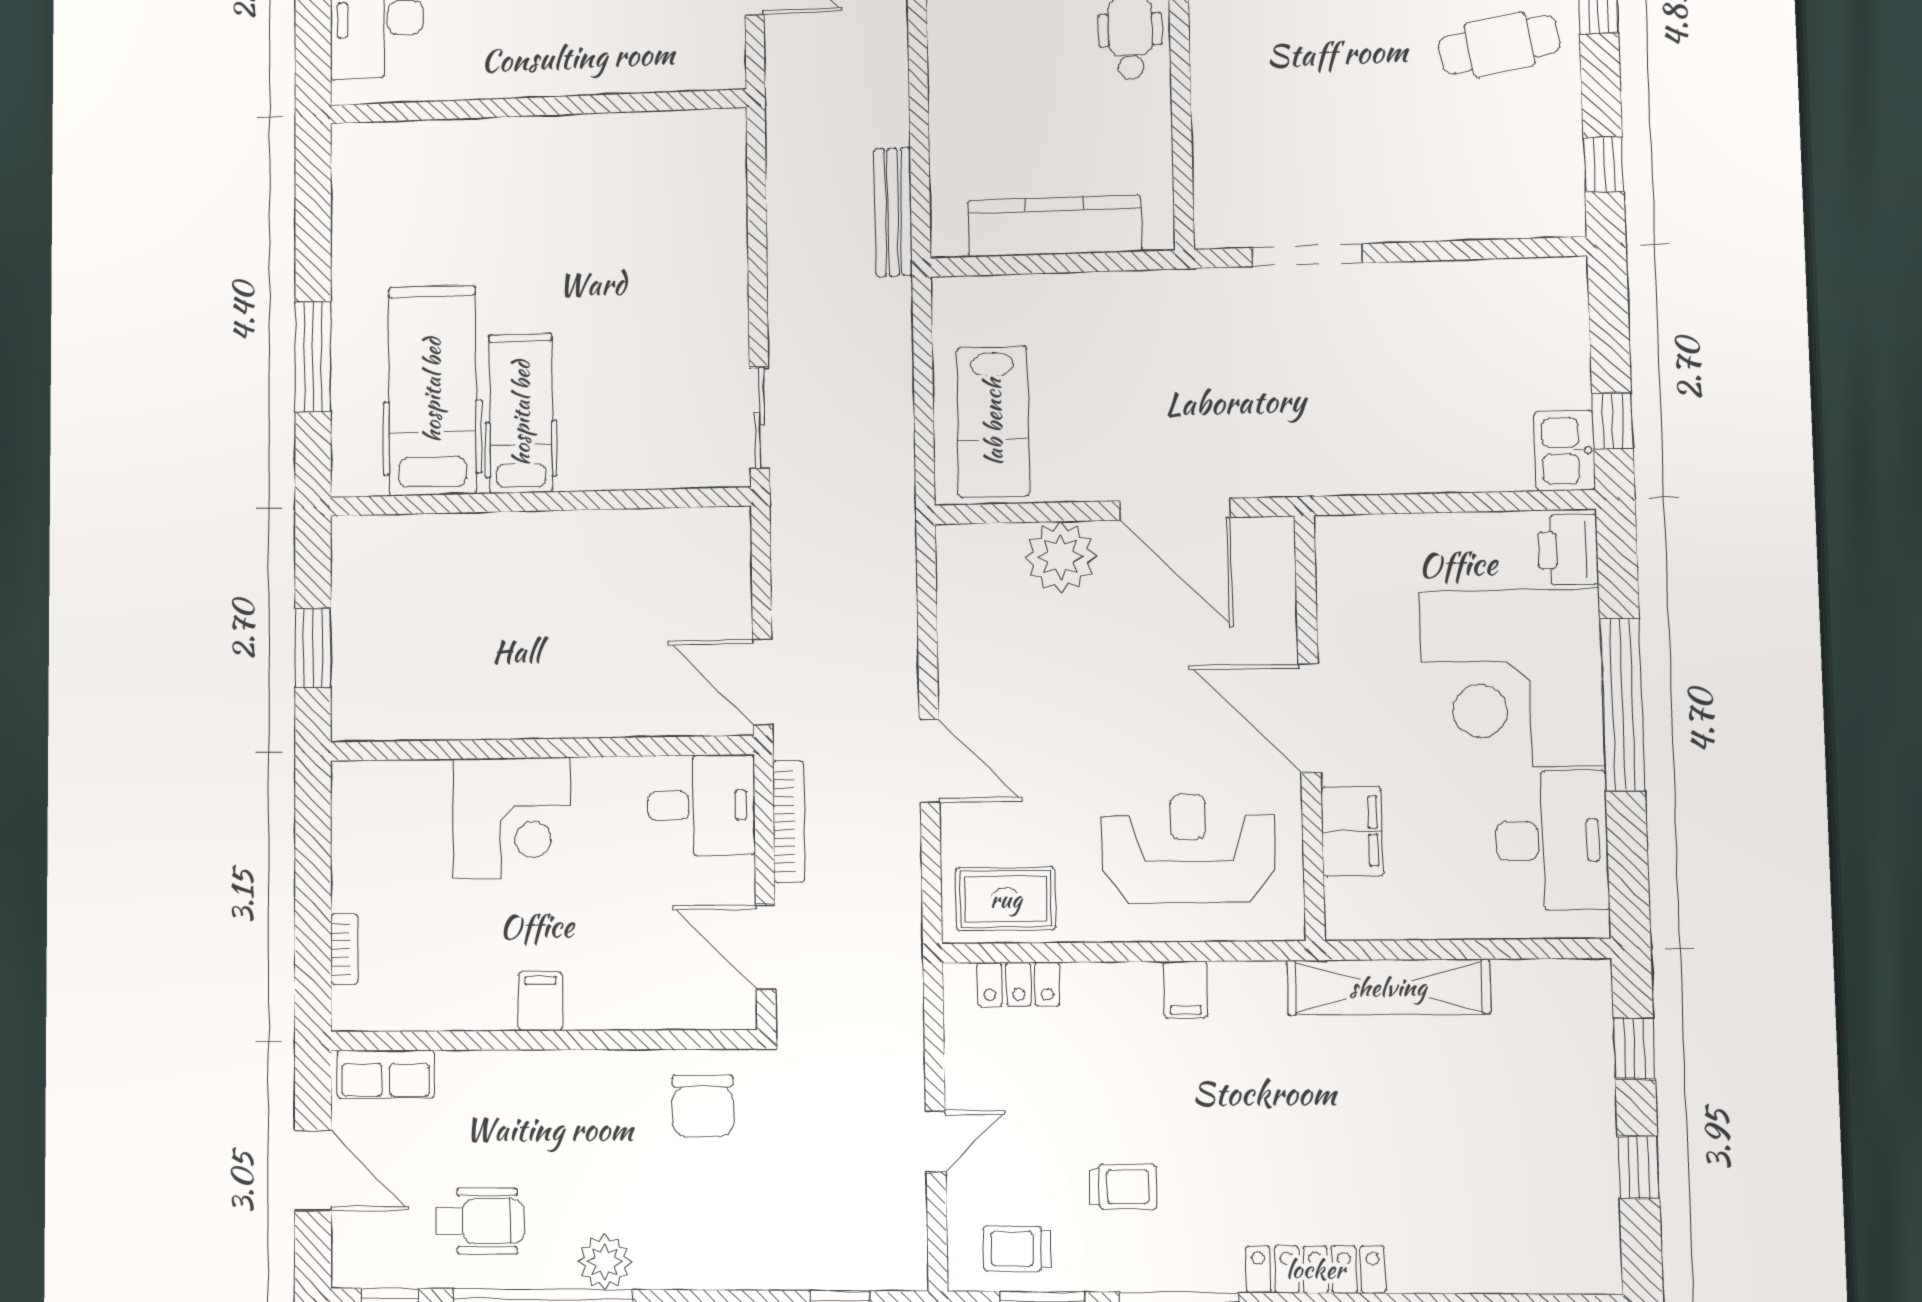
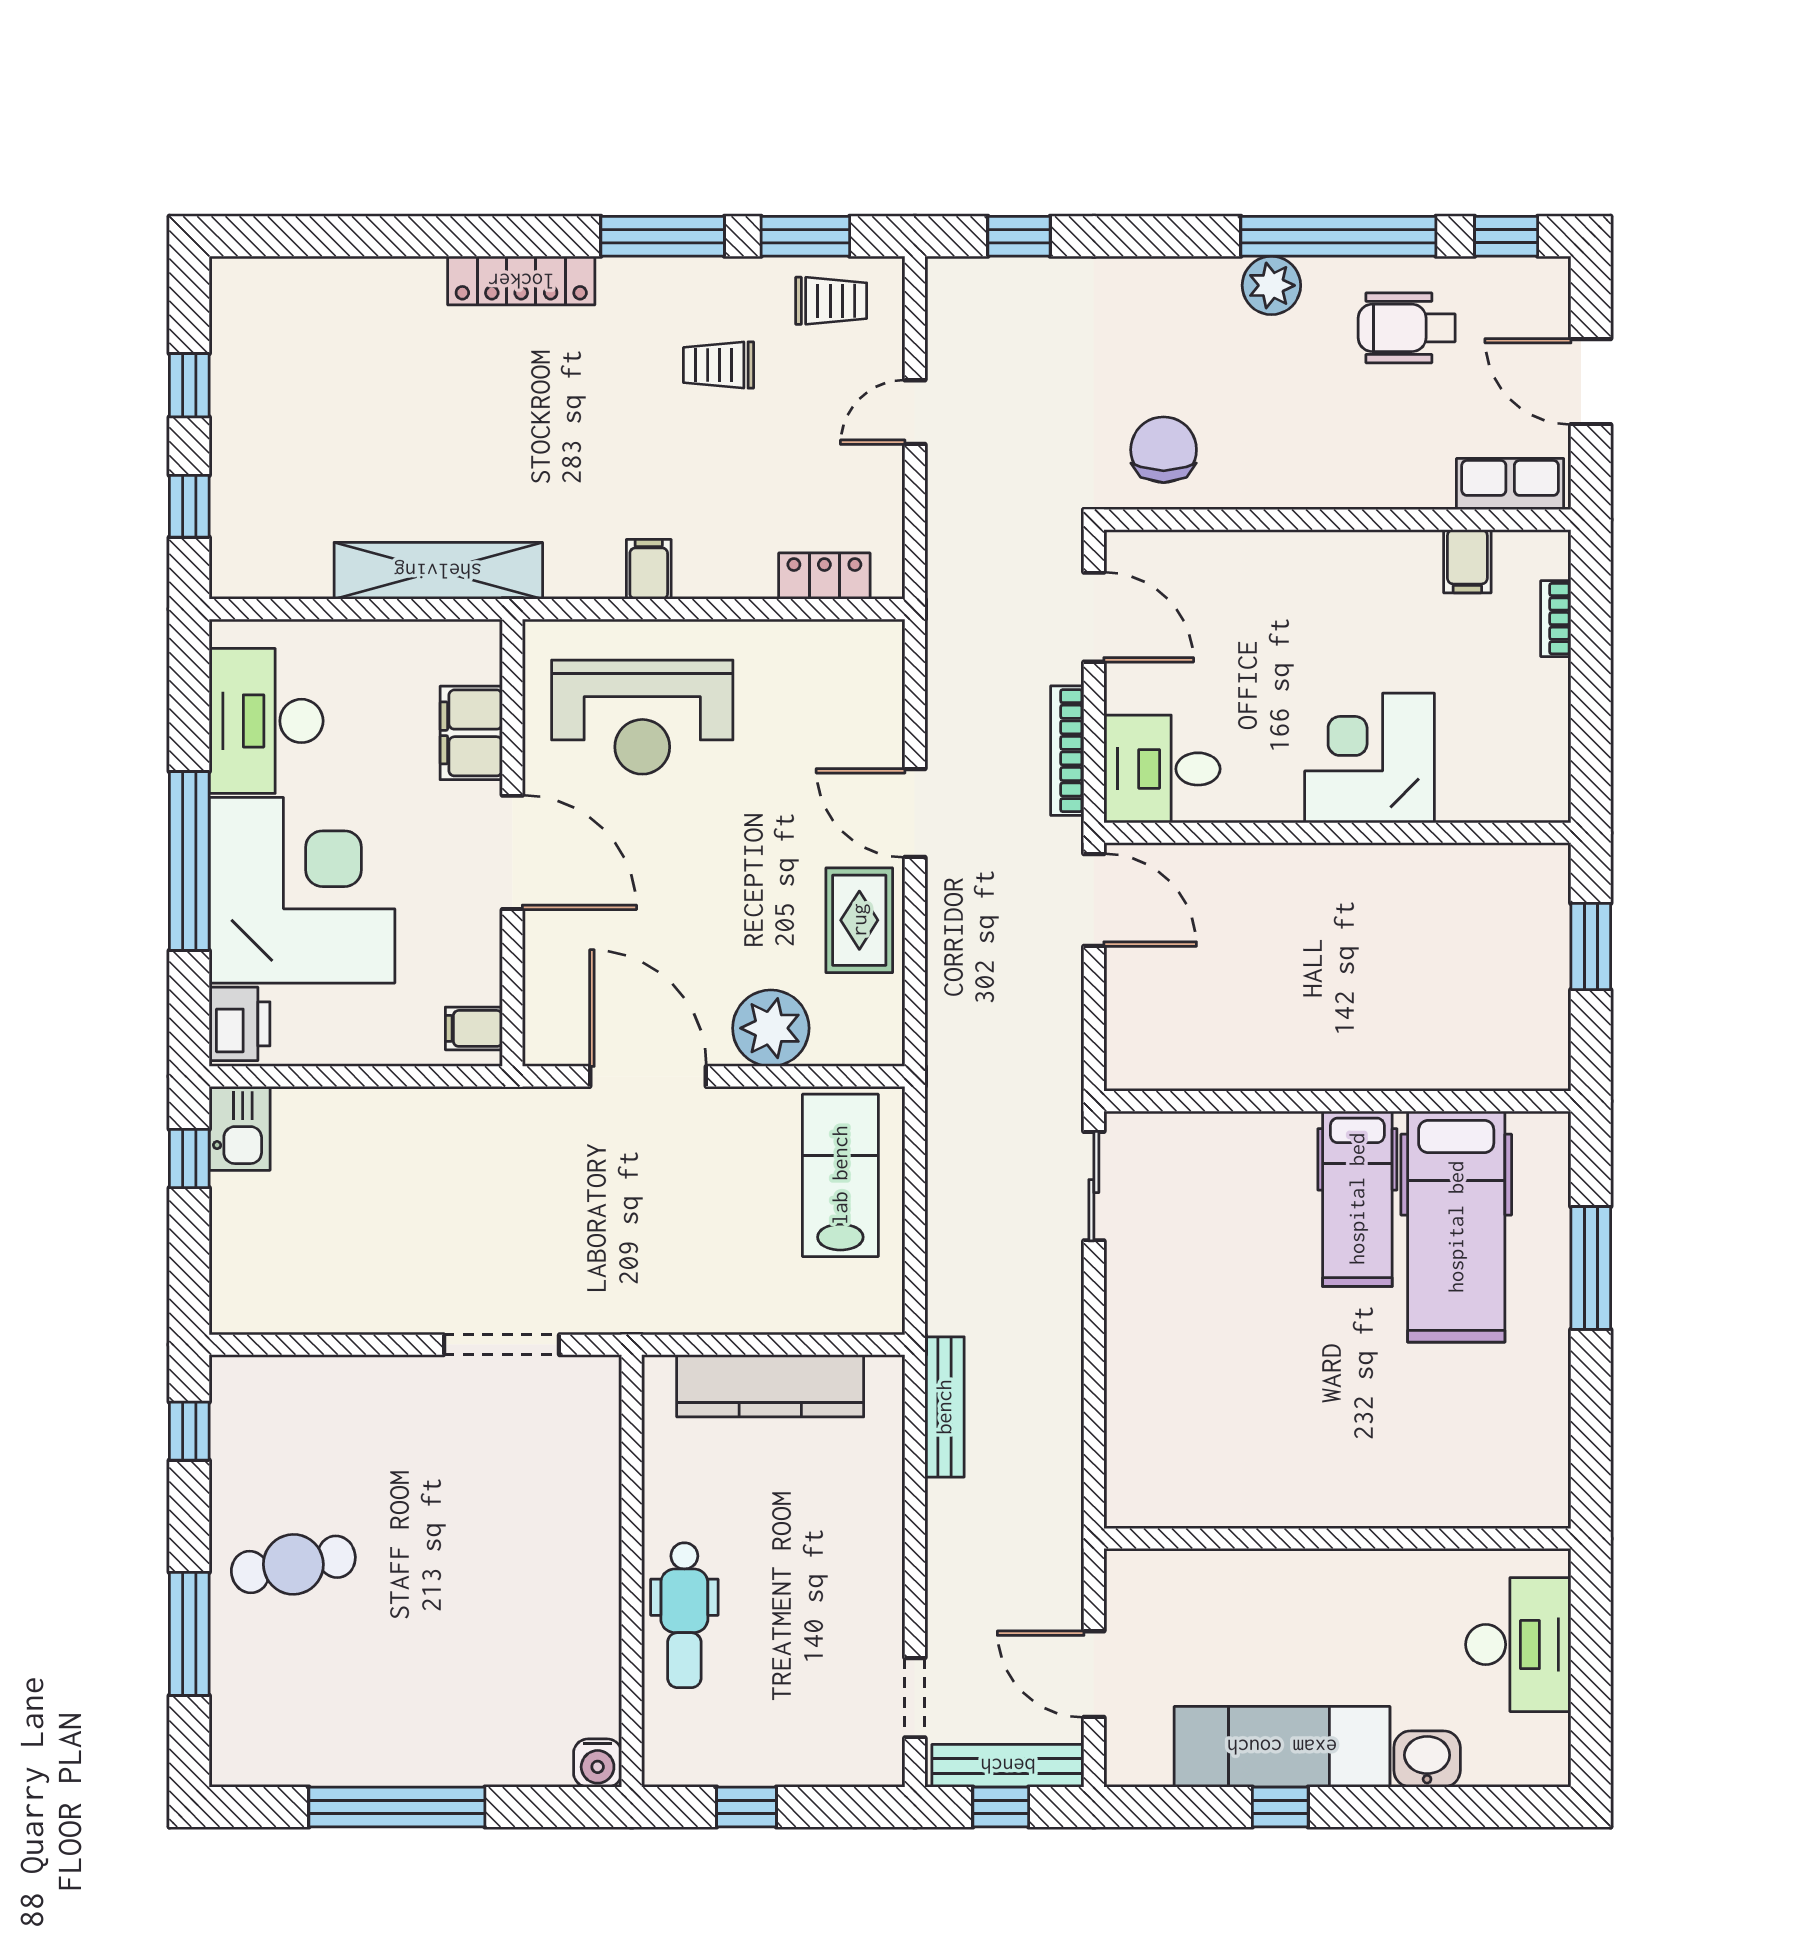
filing cabinet: (1342, 550) -> (474, 1028), added
rug: (1006, 899) -> (859, 920), moved, turned 90
filing cabinet: (540, 1001) -> (1467, 561), moved

